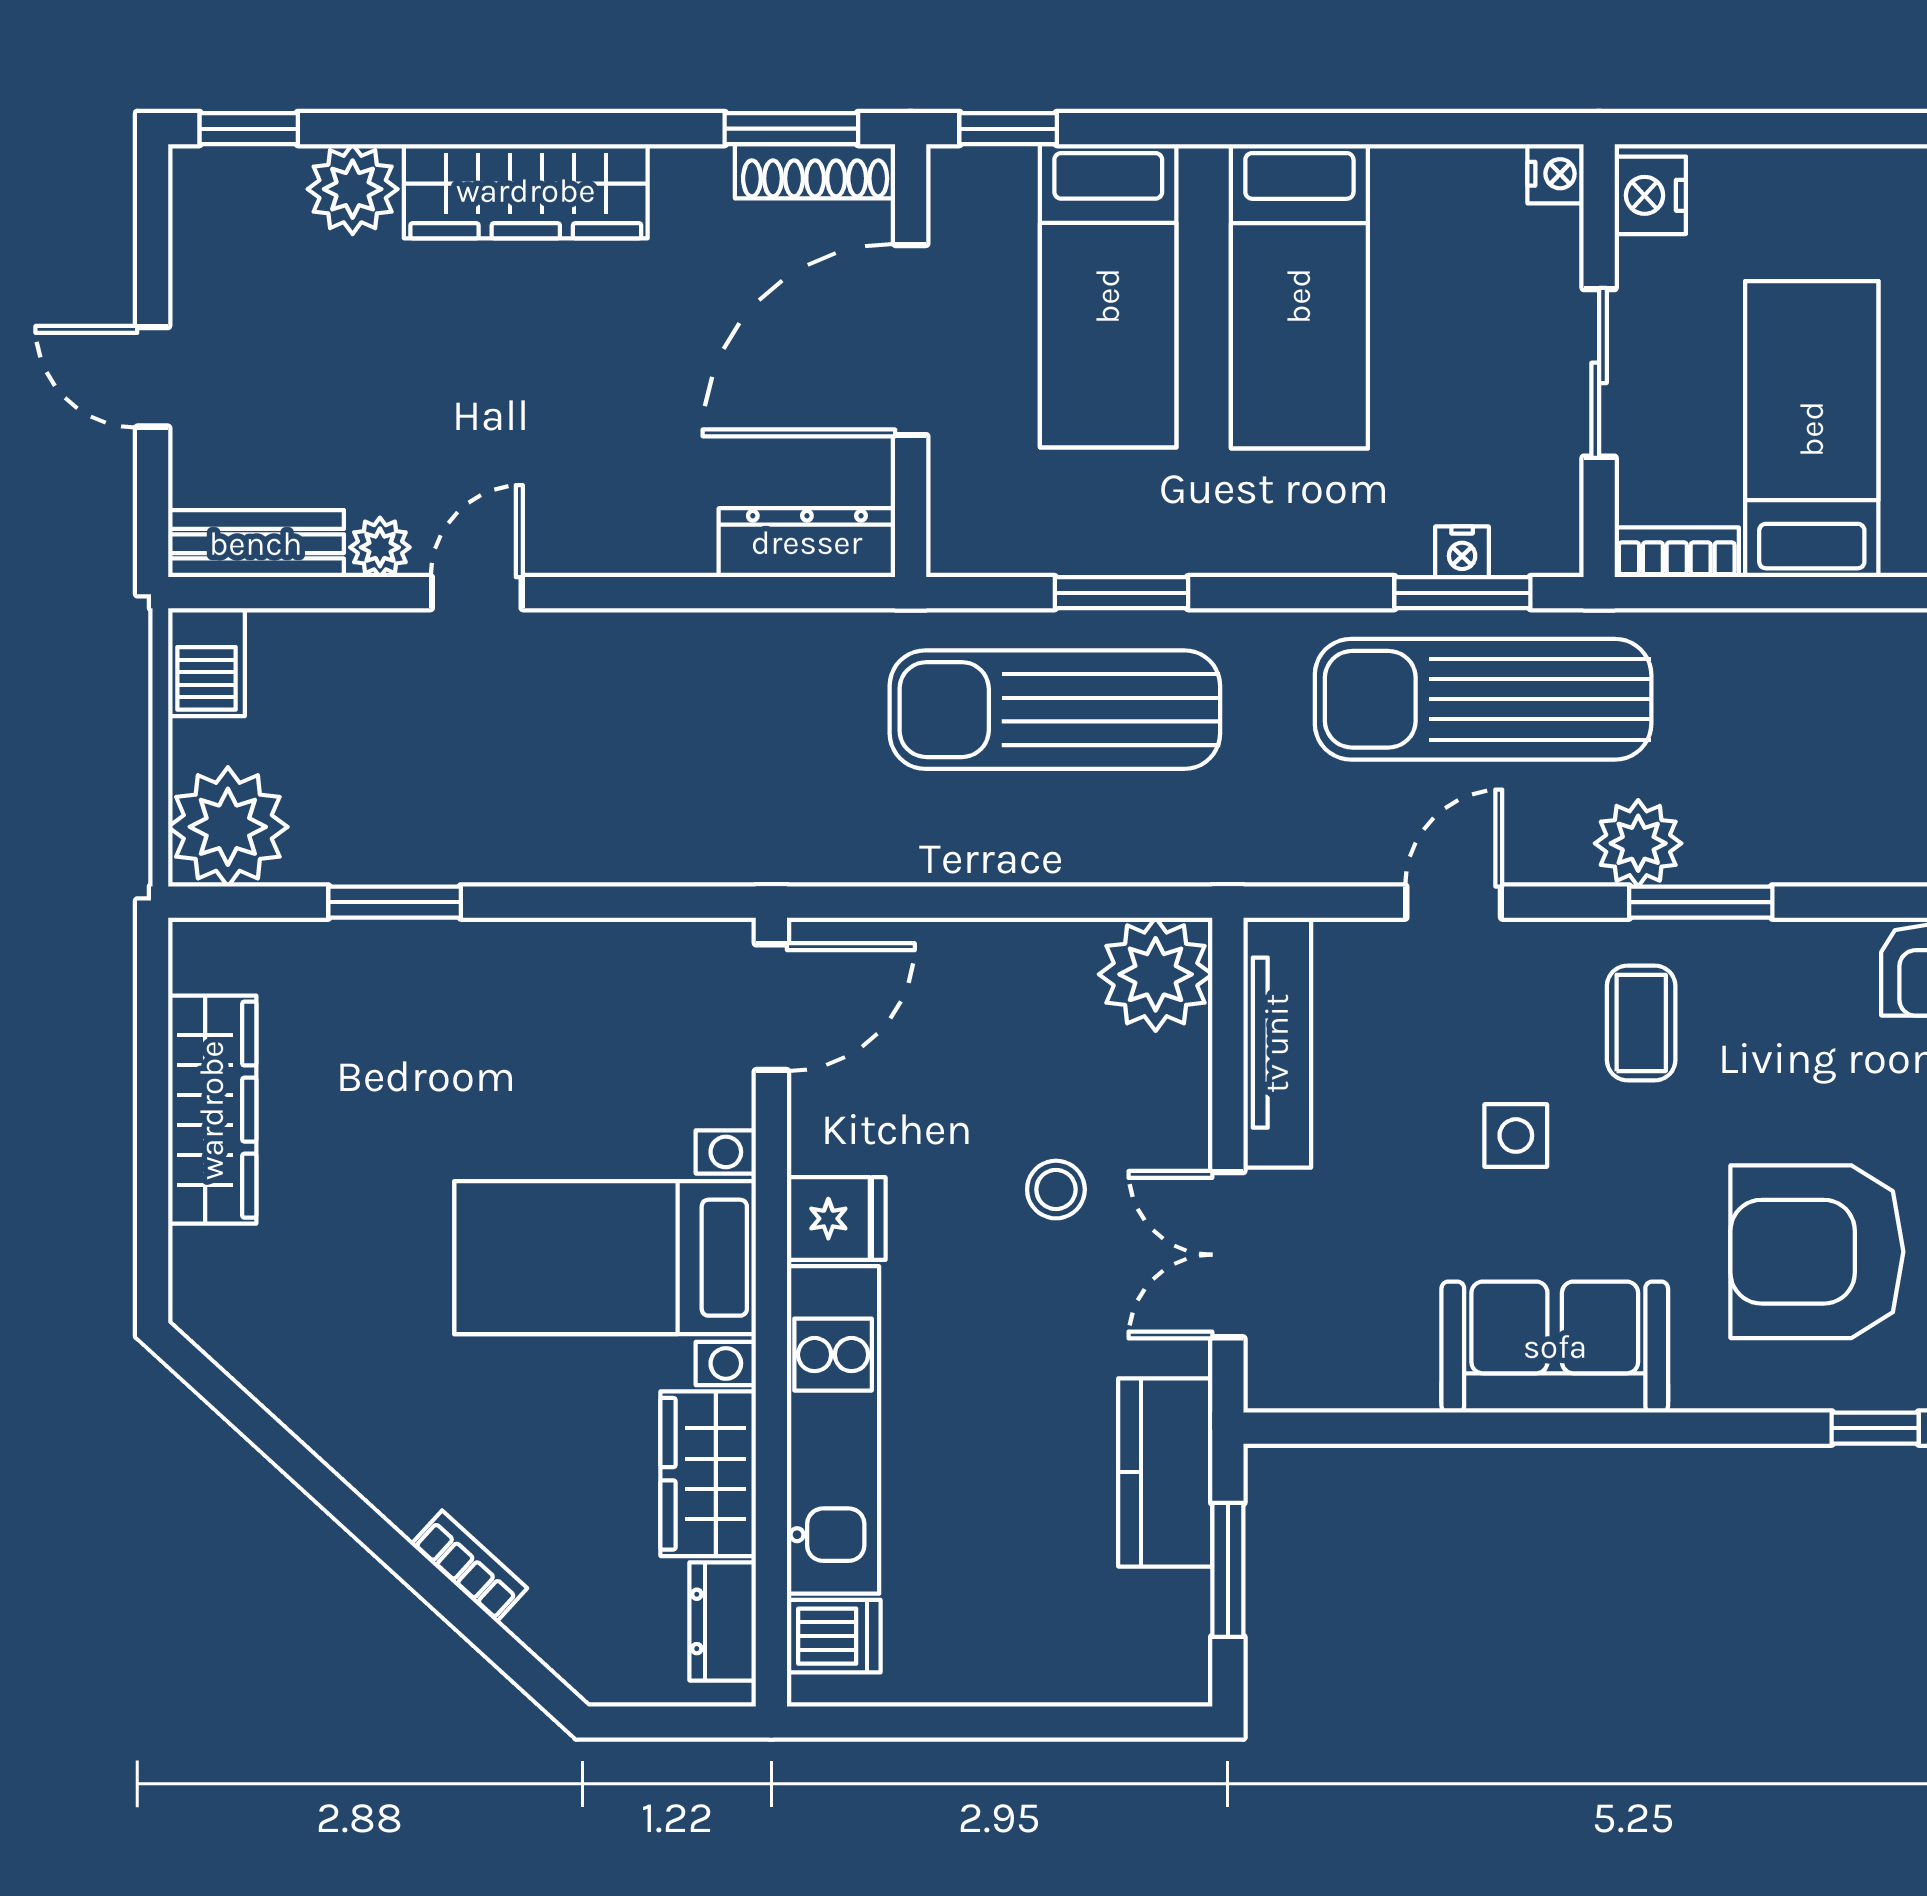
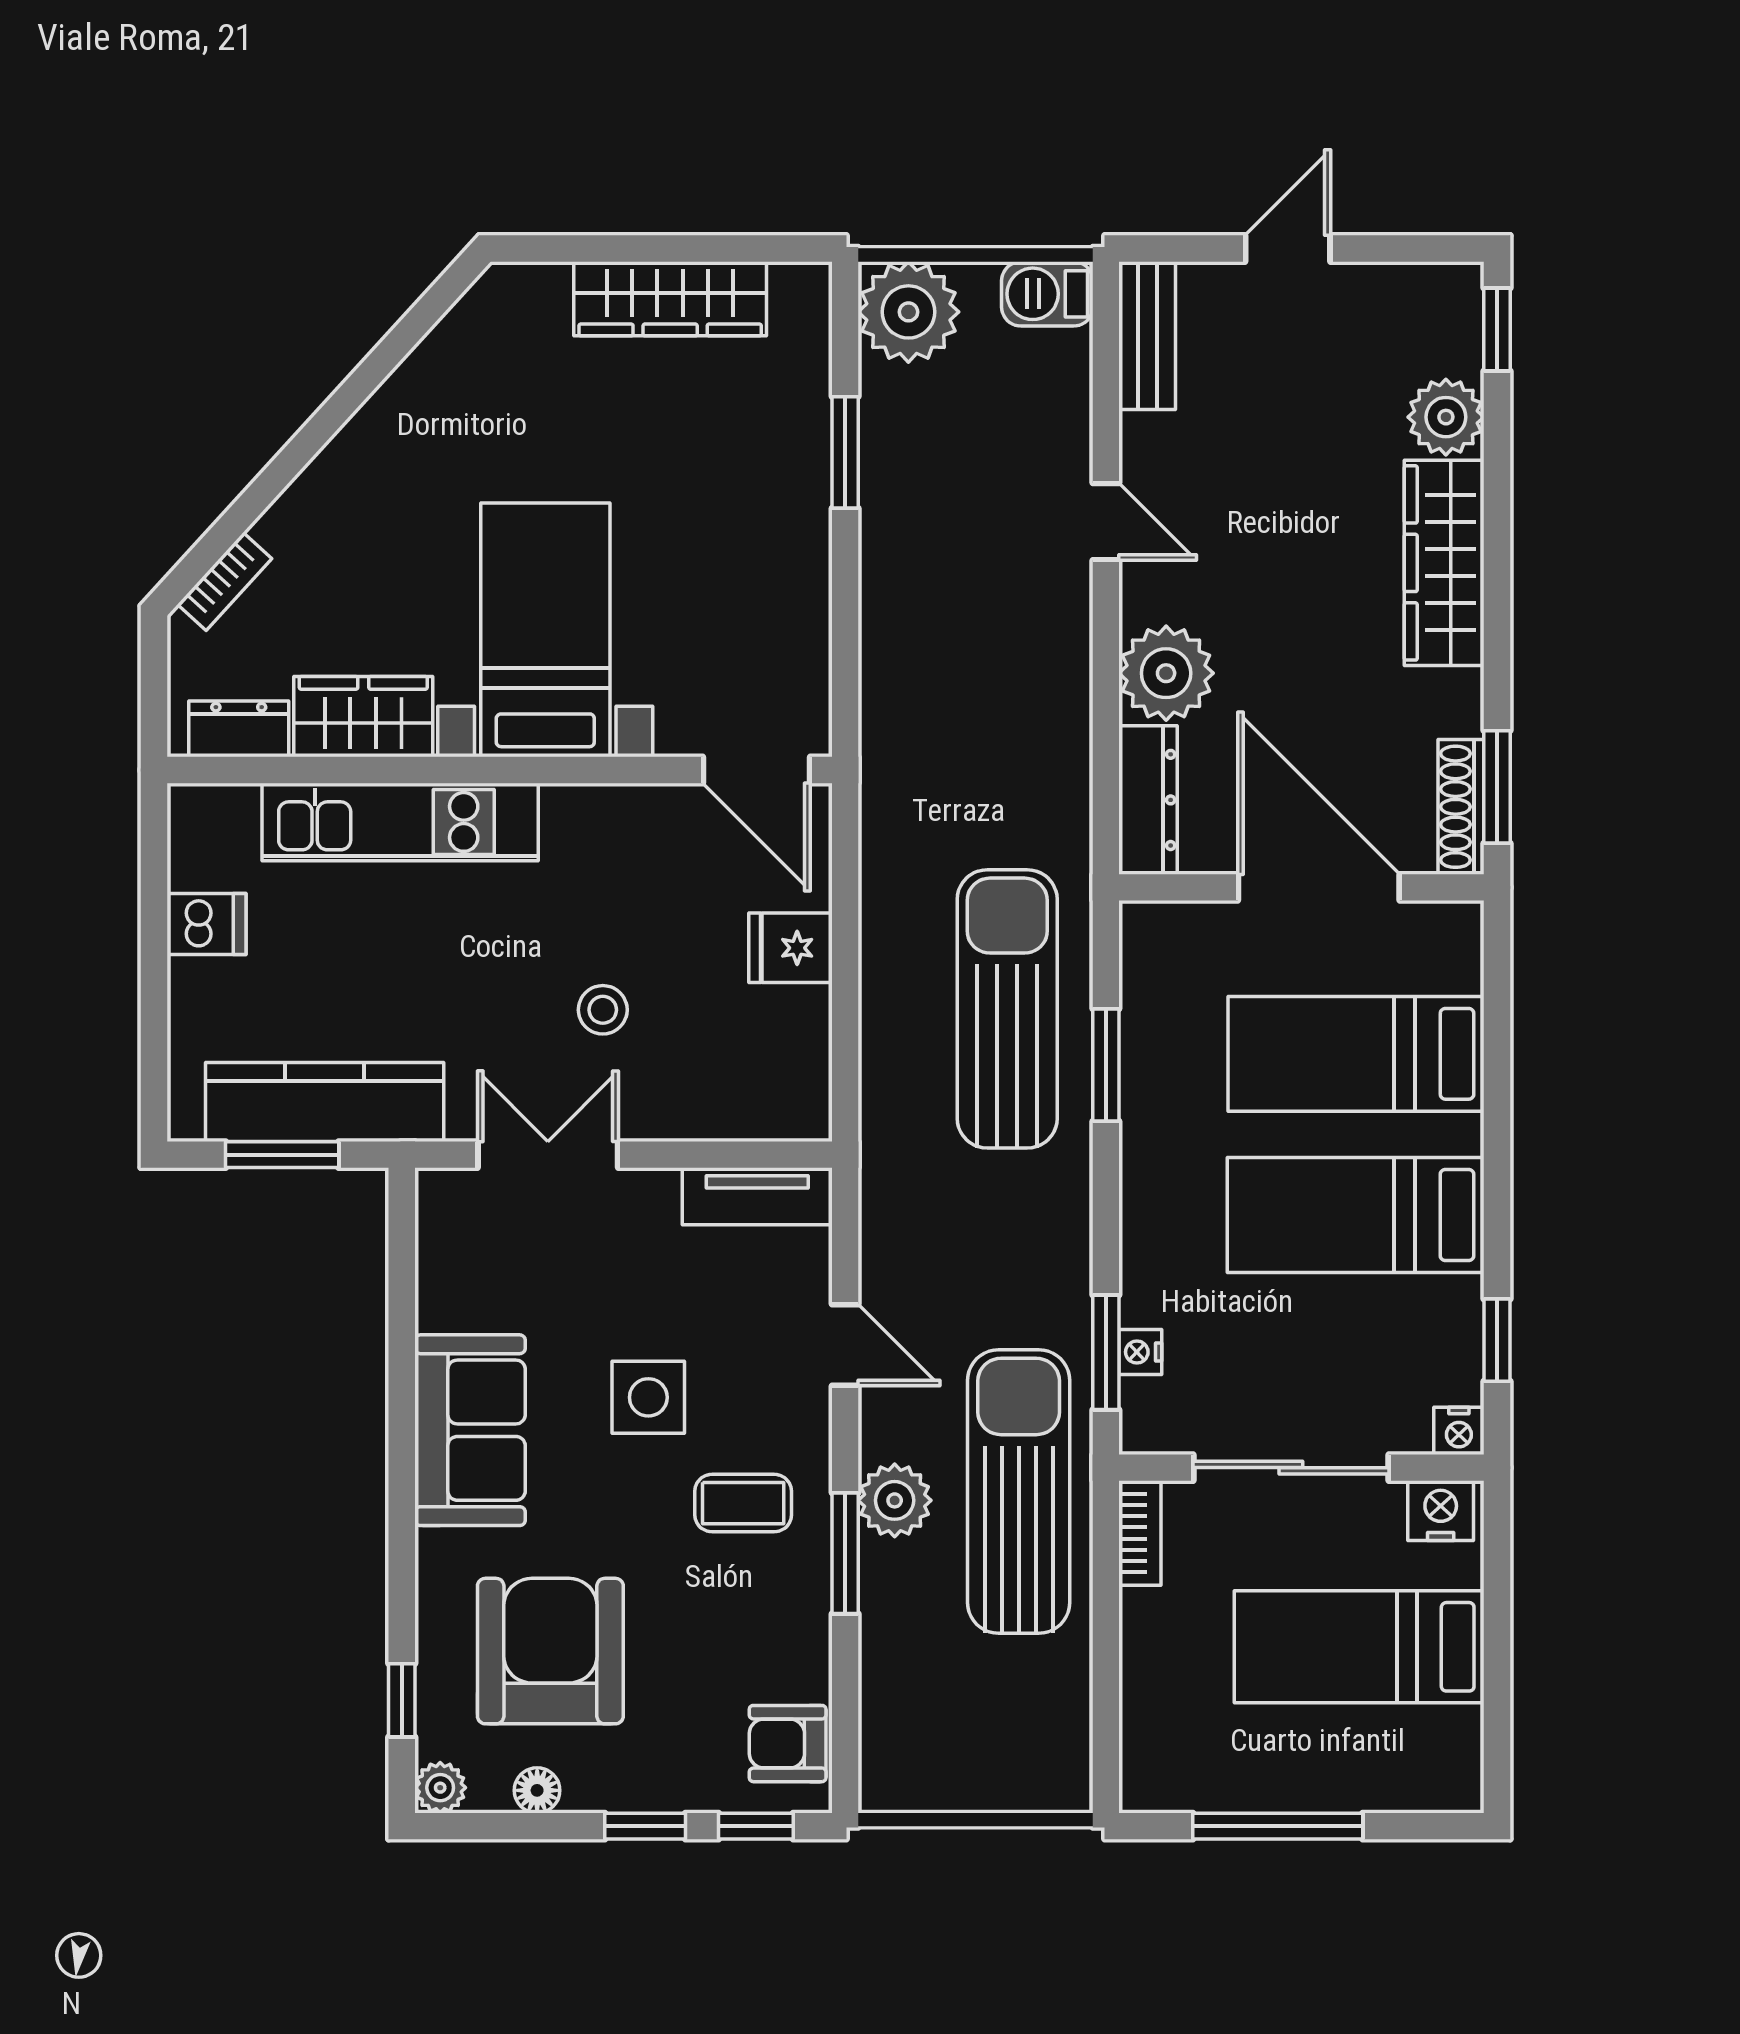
window: (1008, 129) -> (1497, 1340), moved
sliding door: (1599, 373) -> (1291, 1468), width x1.37
bed: (1812, 429) -> (1359, 1647), moved, turned 180
plant: (380, 547) -> (1166, 673), moved, width x1.88, depth x1.88
sun lounger: (1483, 699) -> (1019, 1491), moved
plant: (1156, 974) -> (784, 1094), removed
tv unit: (1277, 1043) -> (757, 1196), width x0.71
side table: (1516, 1136) -> (648, 1397), width x1.37, depth x1.37
fridge: (836, 1219) -> (790, 948), moved, turned 90
kitchen counter: (1165, 1472) -> (325, 1102), width x1.50
bookcase: (469, 1566) -> (225, 582), moved
dishwasher: (834, 1636) -> (207, 924), moved, turned -90

